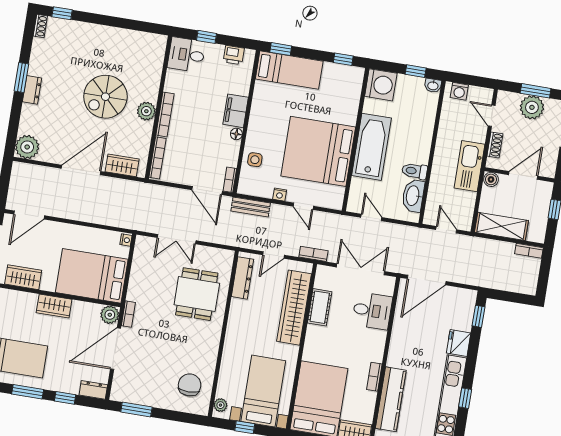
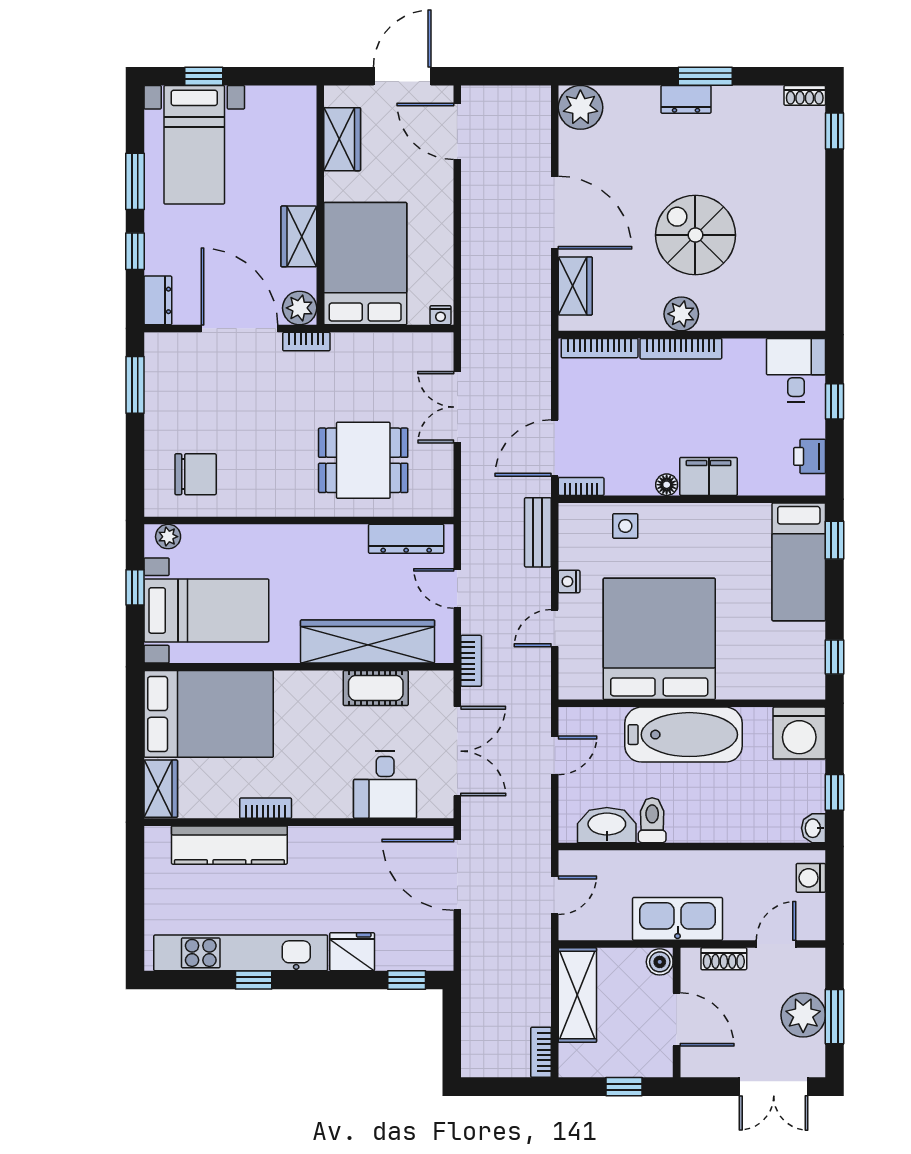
wardrobe: (54, 306) -> (299, 236), moved

